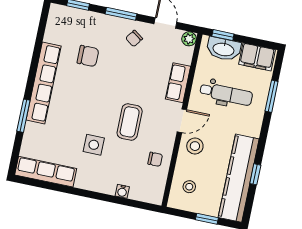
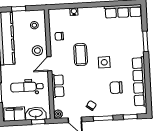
row of seats: (44, 83) -> (139, 82), moved
side table: (94, 145) -> (104, 62), moved

